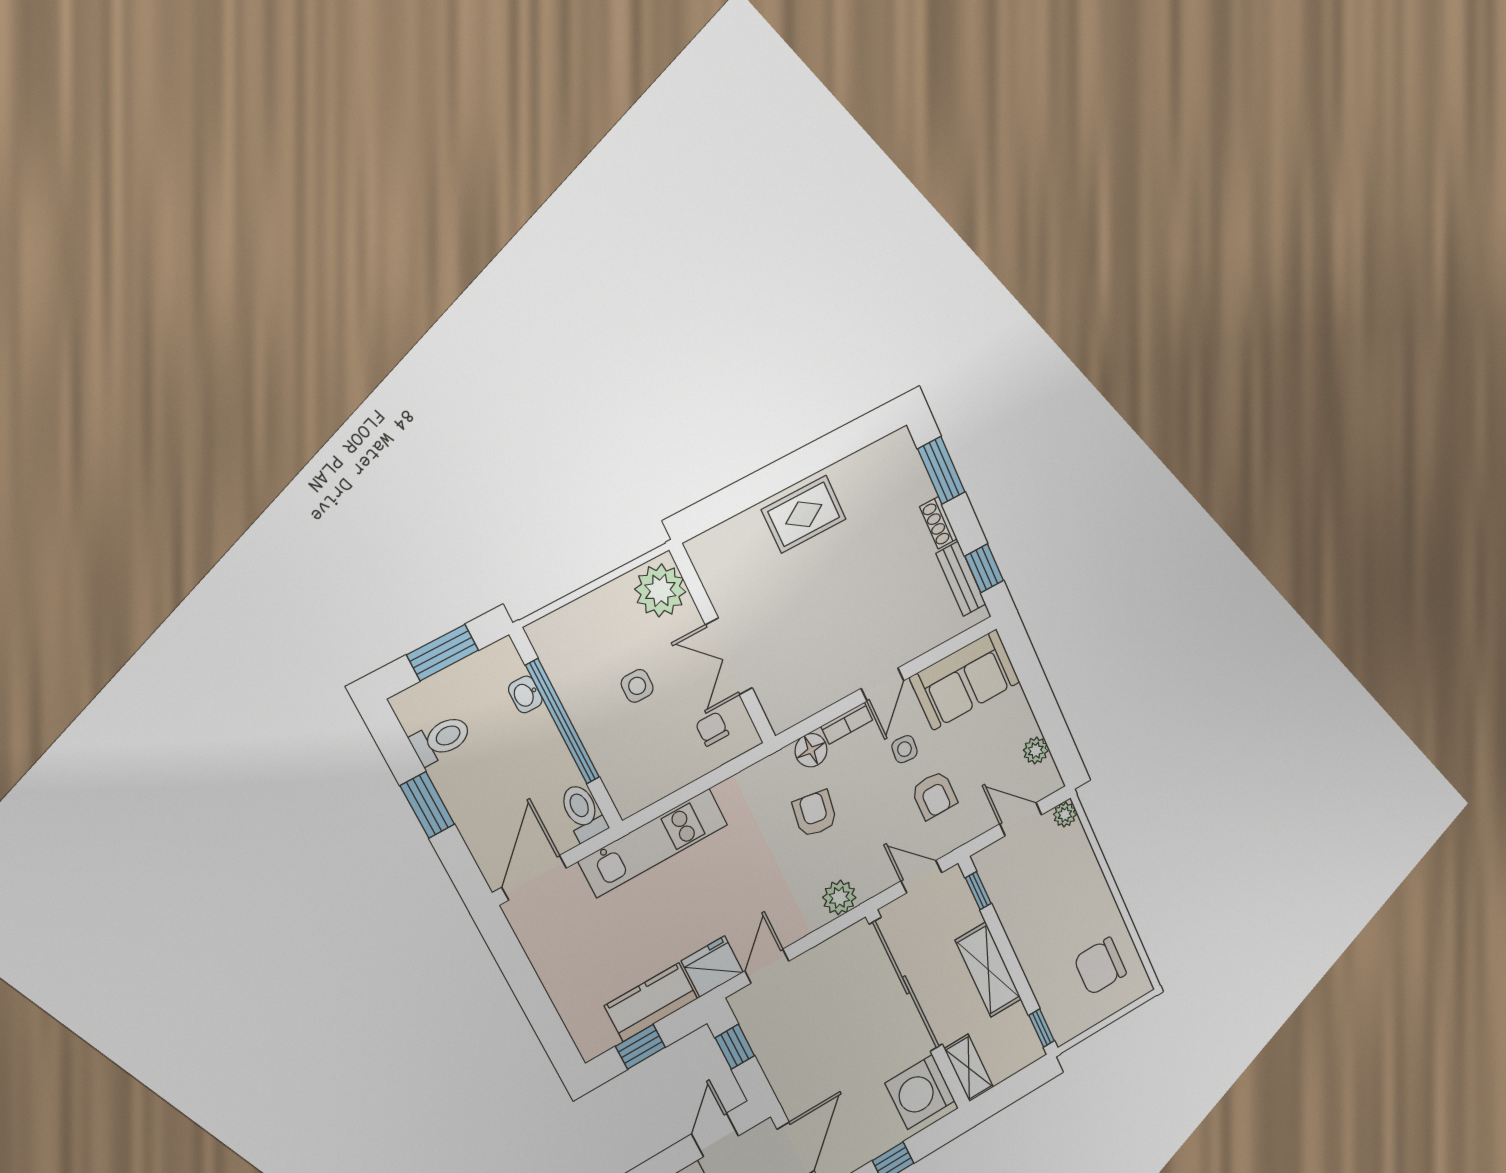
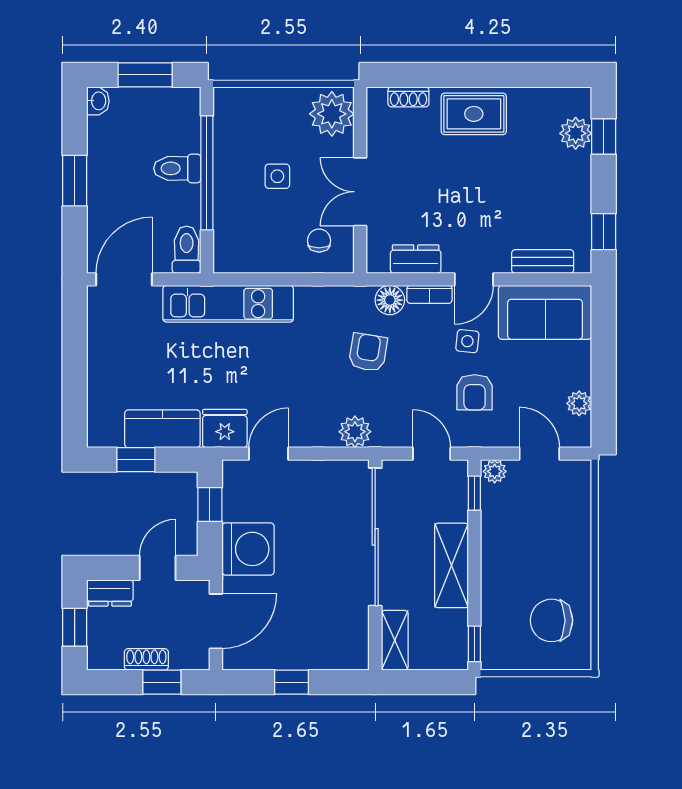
window: (941, 470) -> (604, 136), width x0.67
plant: (913, 482) -> (576, 133), added
shoe rack: (938, 523) -> (408, 97), moved, turned -90
bench: (961, 579) -> (543, 261), moved, turned 90
washbasin: (525, 694) -> (98, 101), moved, turned 180
dresser: (817, 695) -> (416, 259), added
toilet: (441, 739) -> (177, 168), moved, turned 180
plant: (1065, 815) -> (495, 471), moved
washing machine: (920, 1092) -> (248, 549), moved, turned 180

